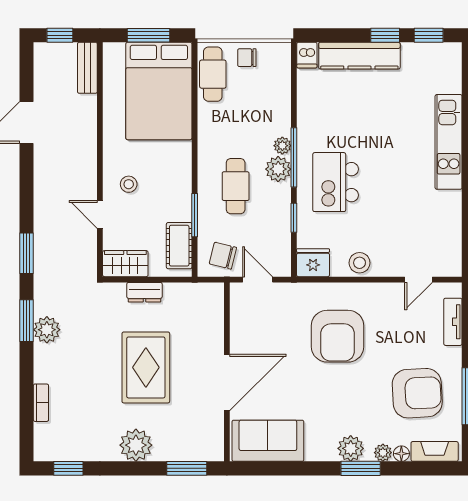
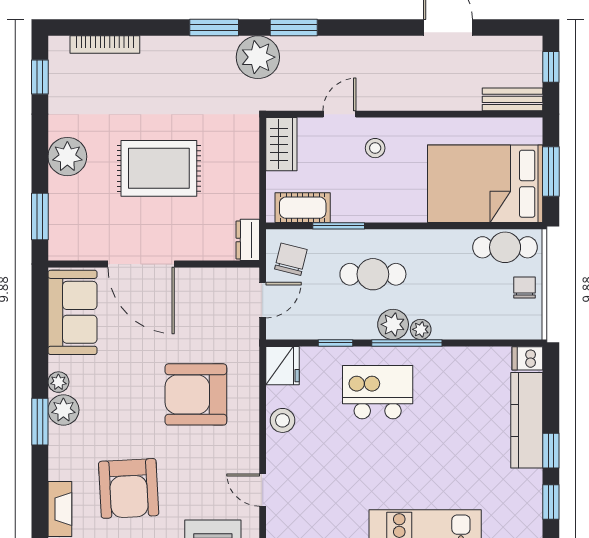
dresser: (144, 292) -> (248, 240), moved
plant: (47, 330) -> (258, 57), moved, width x1.36, depth x1.36
bookcase: (41, 403) -> (105, 45), width x1.56
plant: (383, 453) -> (58, 382), moved
floor lamp: (401, 454) -> (57, 470), removed

